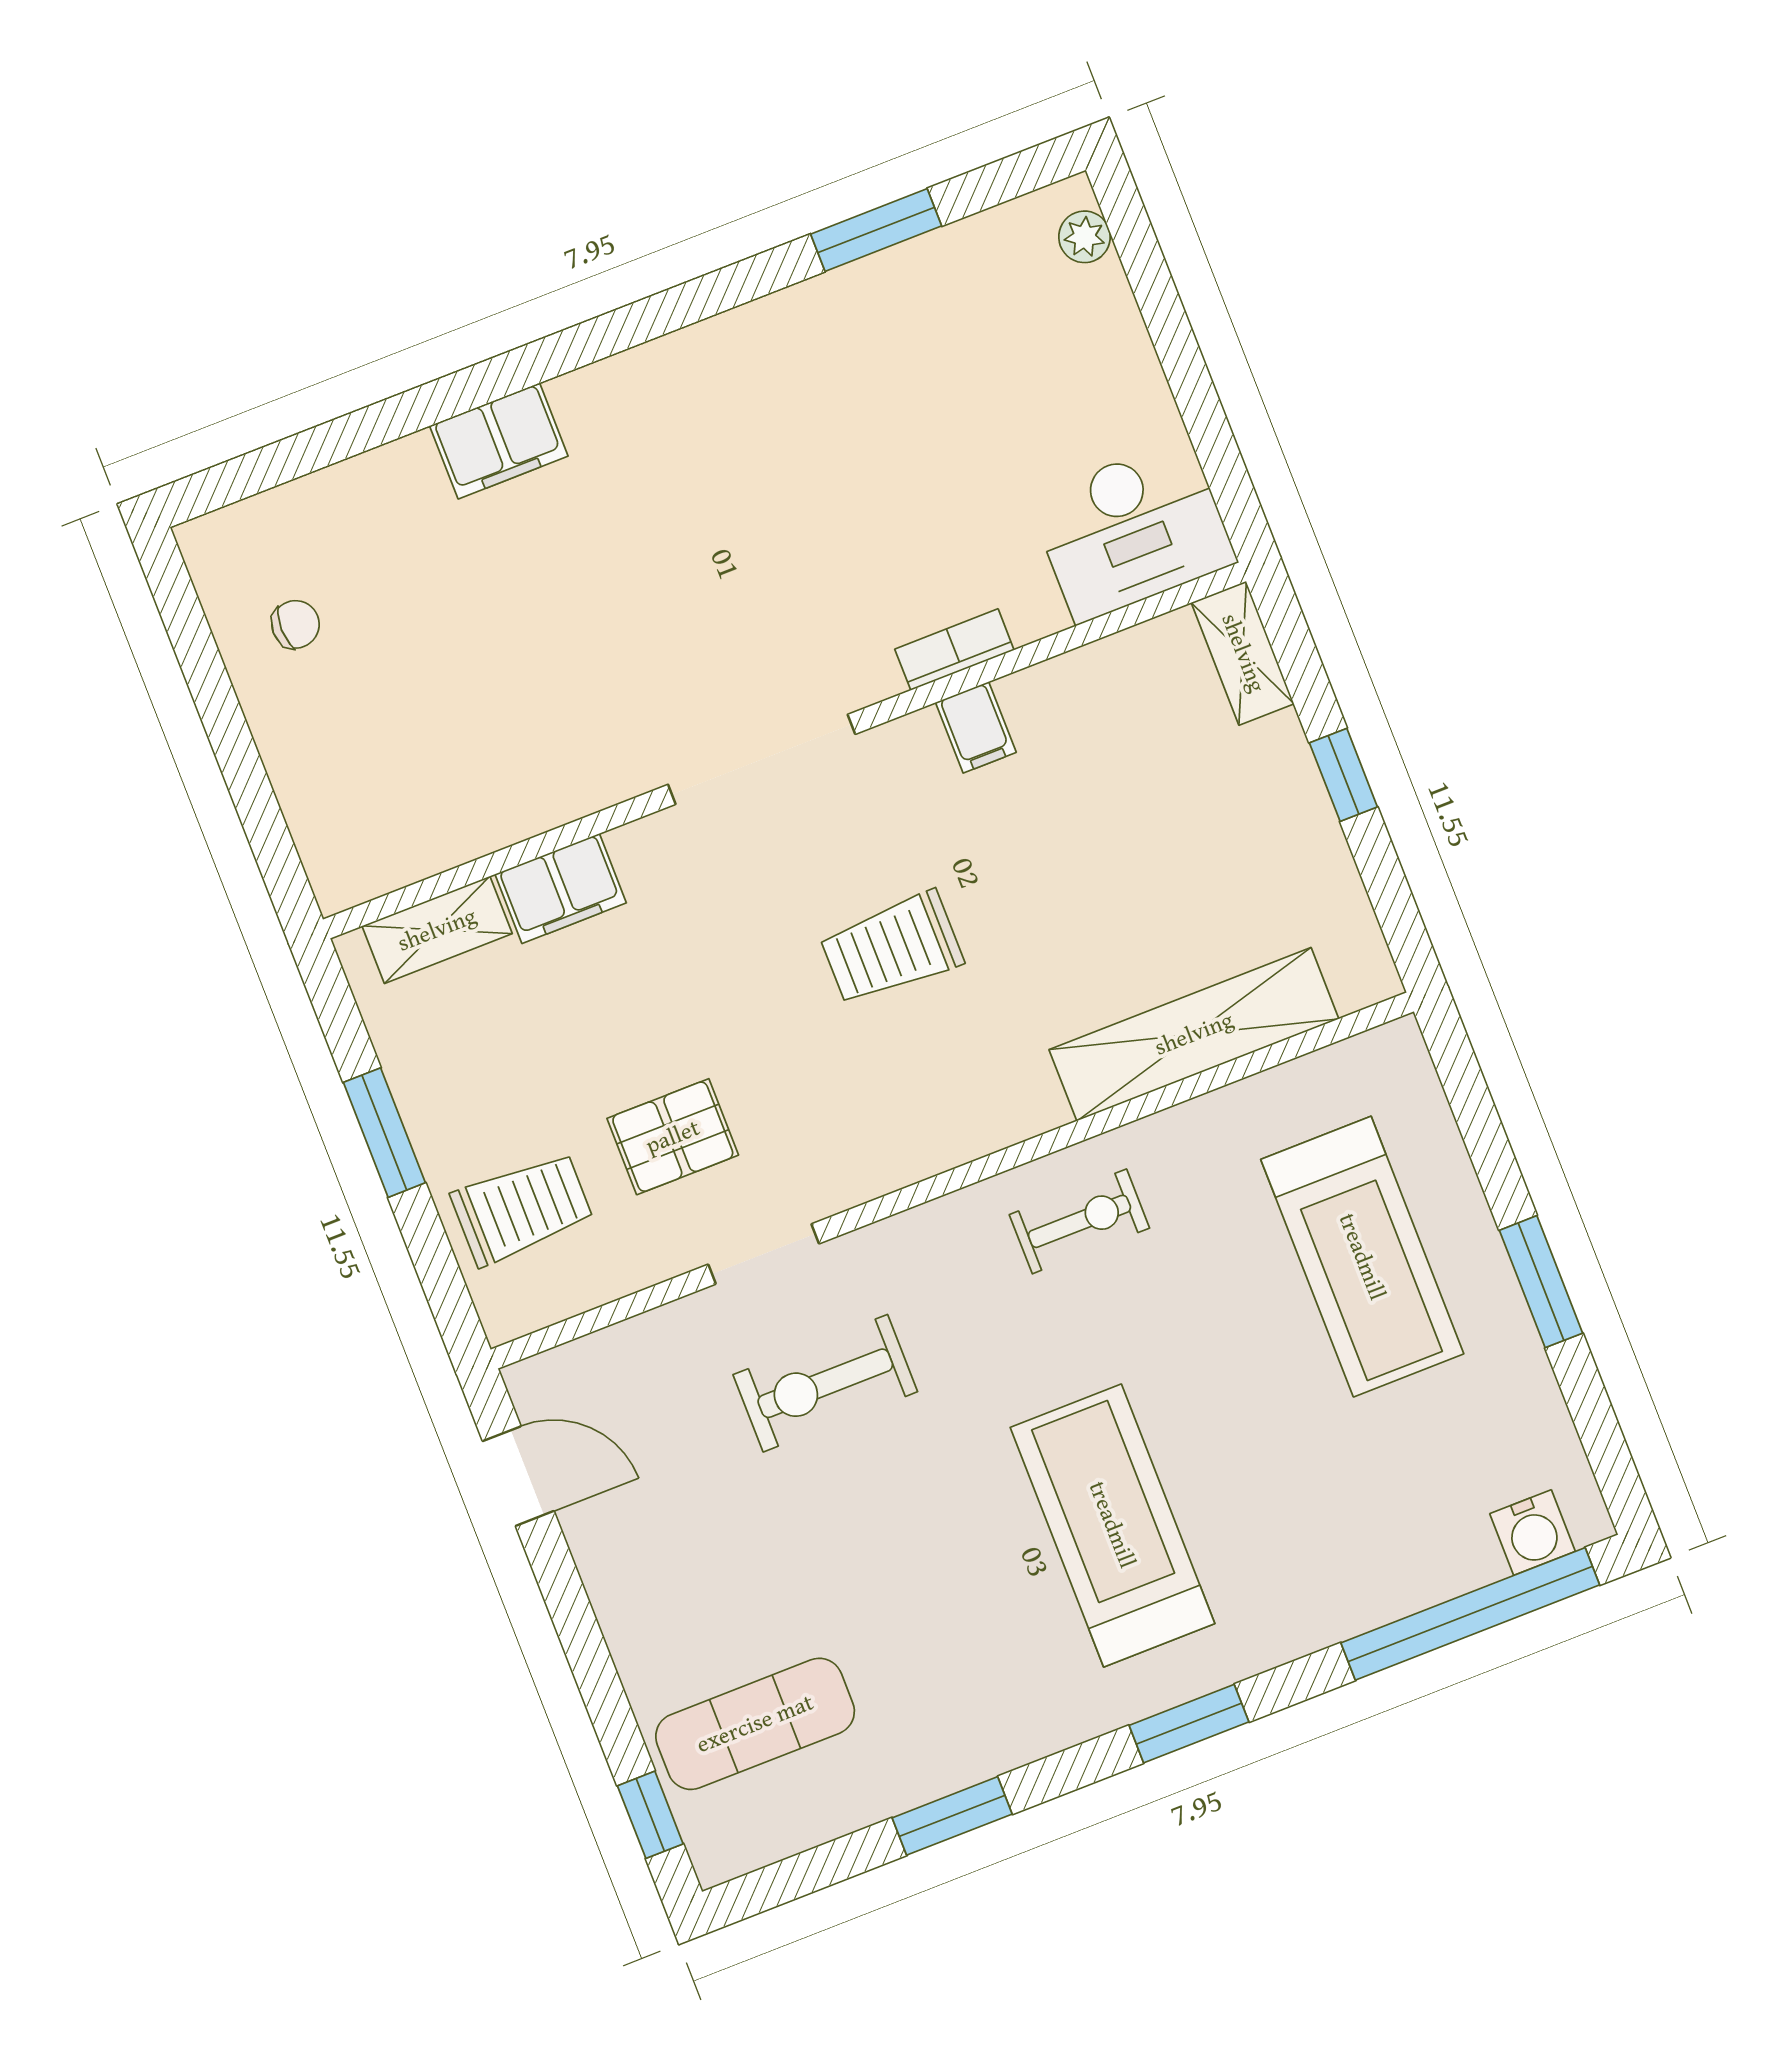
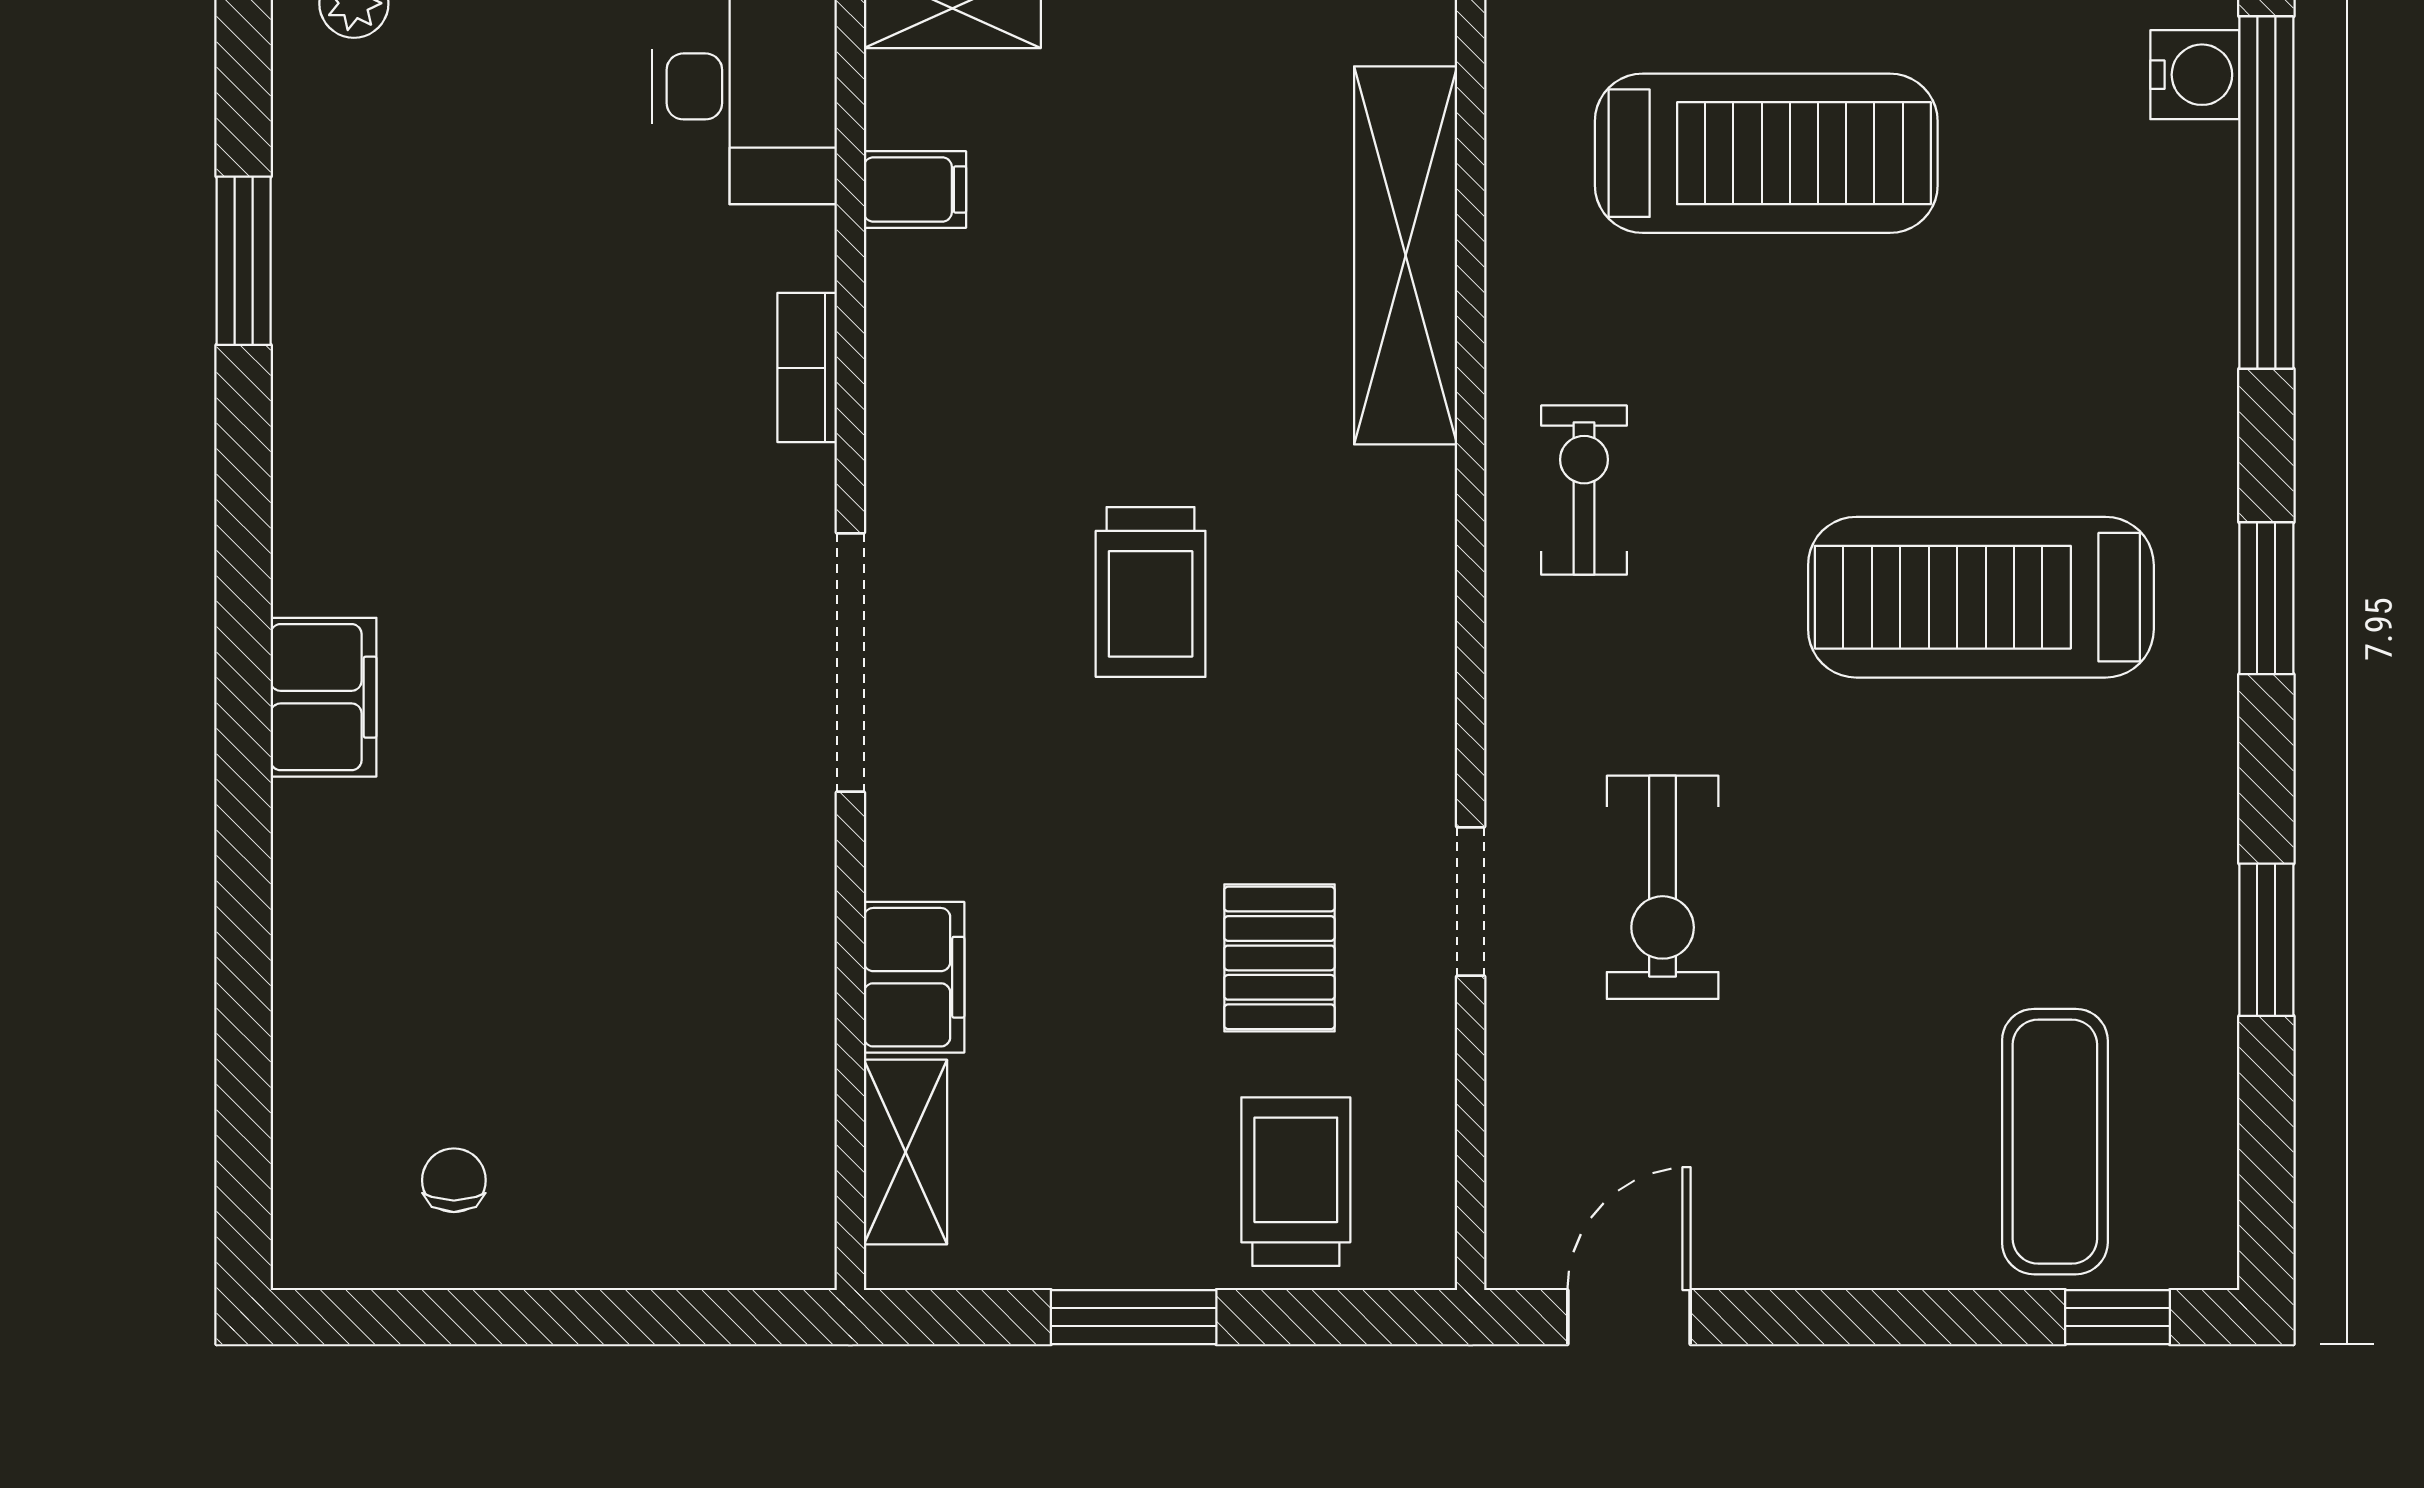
filing cabinet: (499, 441) -> (323, 697), moved
filing cabinet: (976, 727) -> (915, 190), moved

